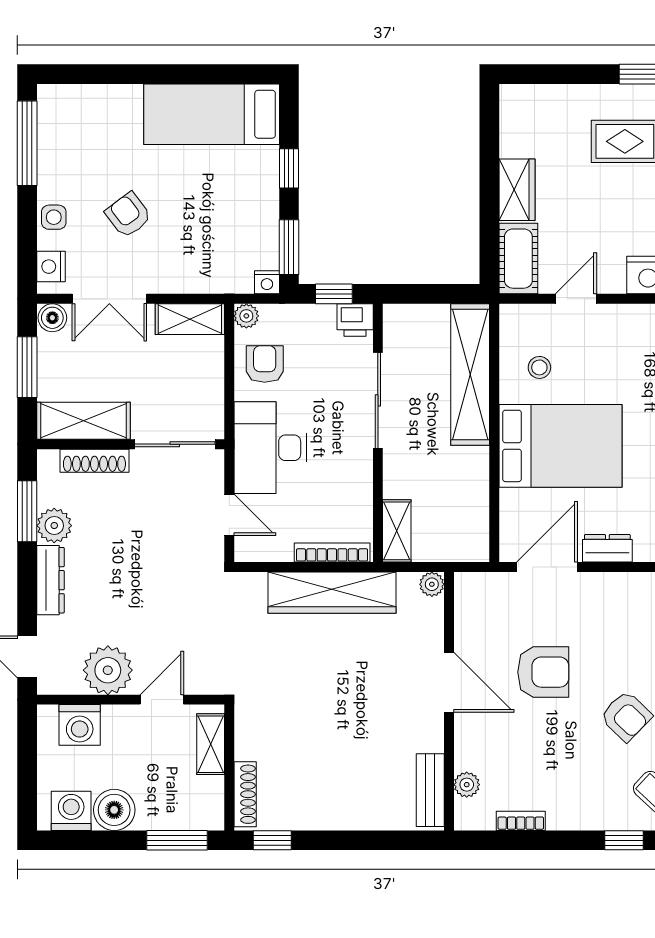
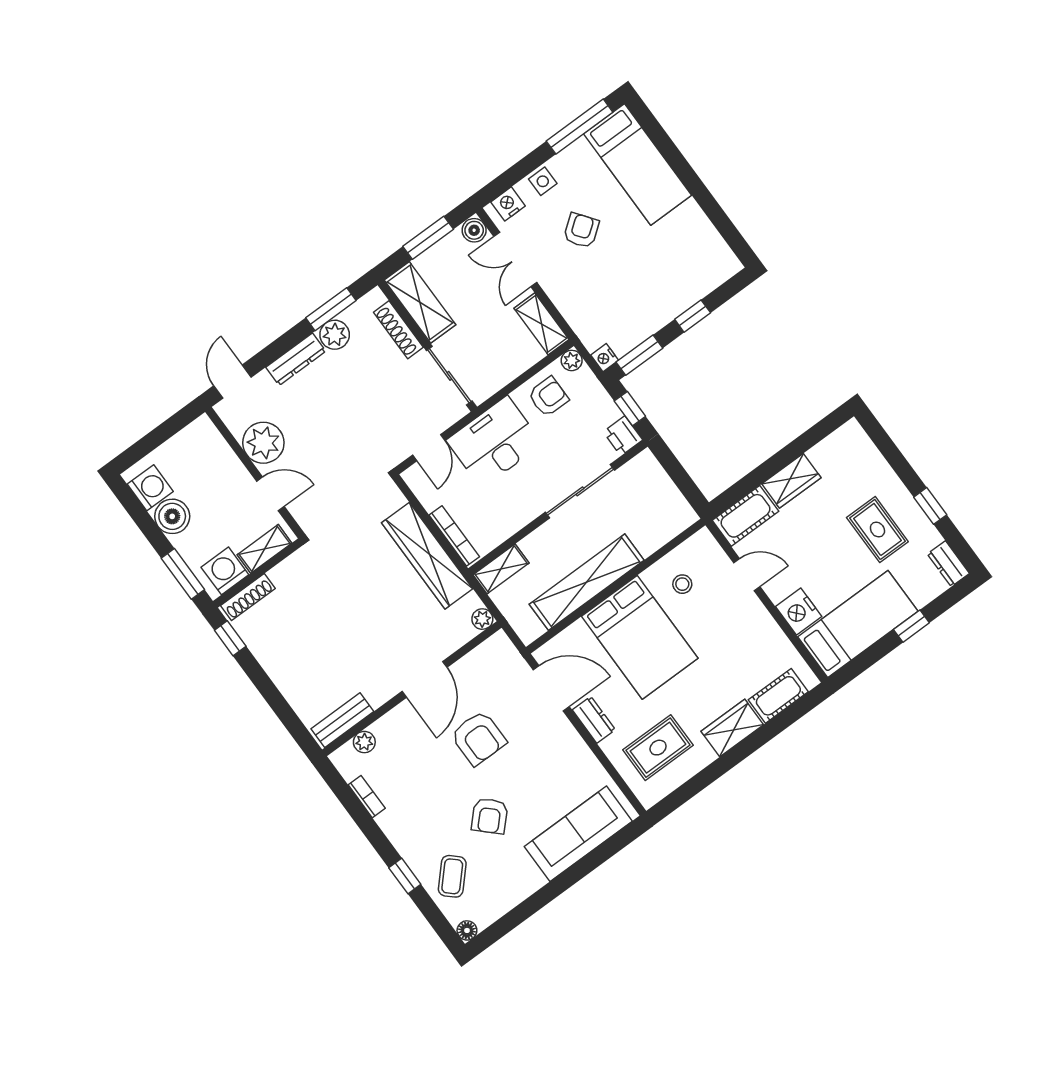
bed: (212, 114) -> (638, 164), moved, turned 180
shelving: (470, 374) -> (587, 582), moved
washing machine: (80, 725) -> (225, 571), moved, turned 90

